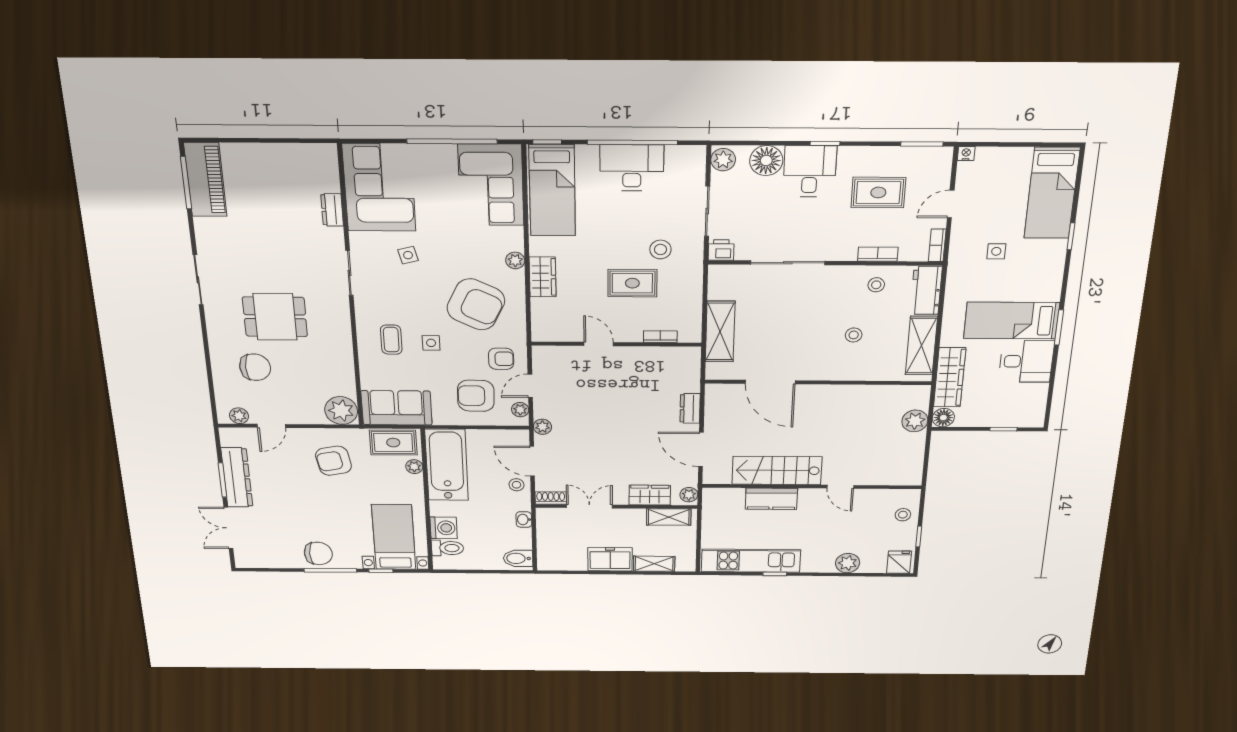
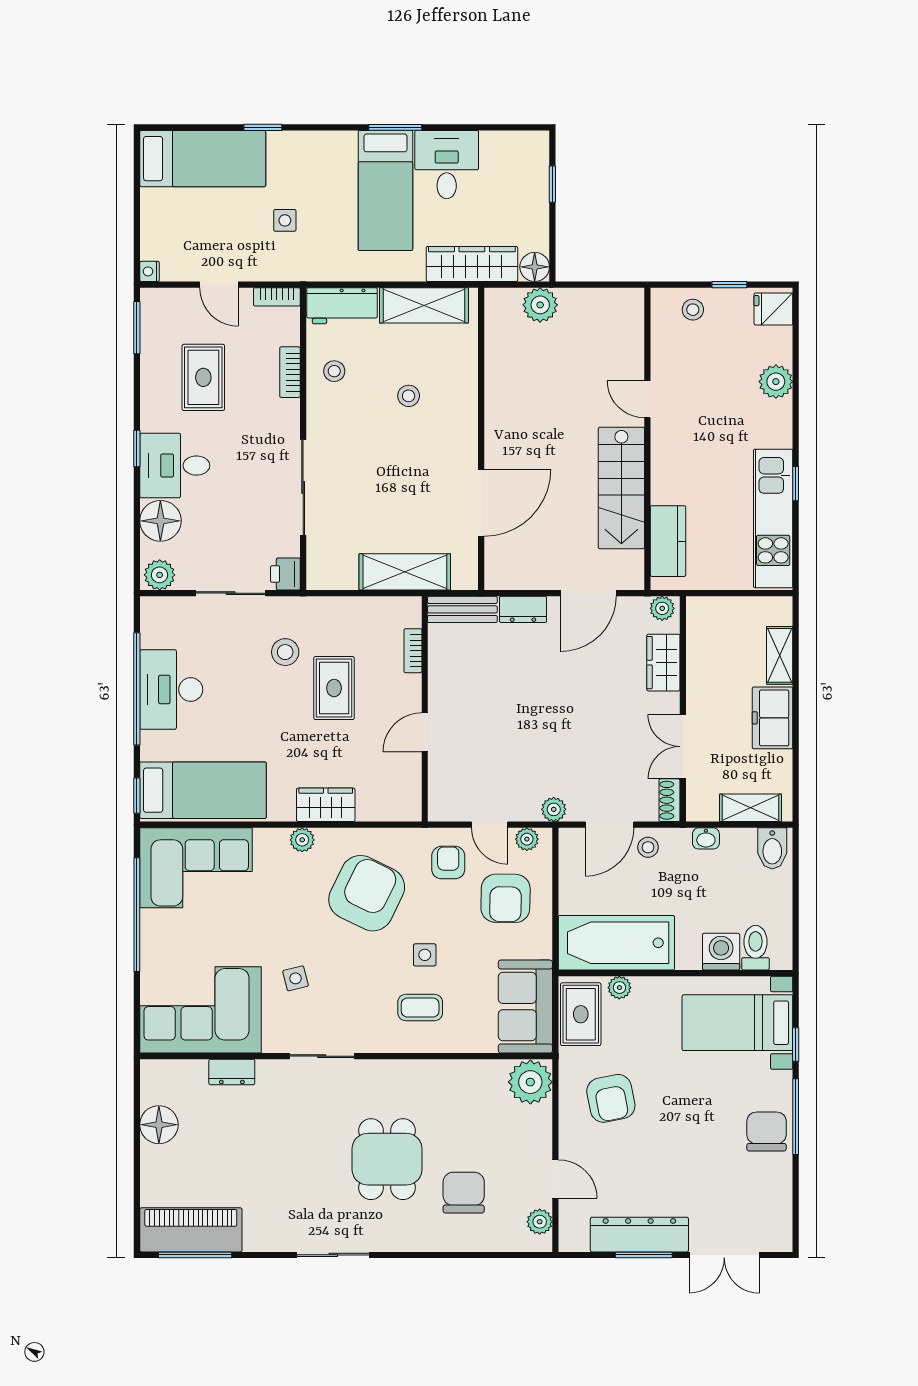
floor lamp: (286, 157) -> (159, 1125), added
bench: (691, 369) -> (462, 609), added
door: (840, 487) -> (647, 399), swing flipped
kitchen counter: (771, 499) -> (668, 541), moved
shelving: (669, 517) -> (751, 808), moved, turned 90

